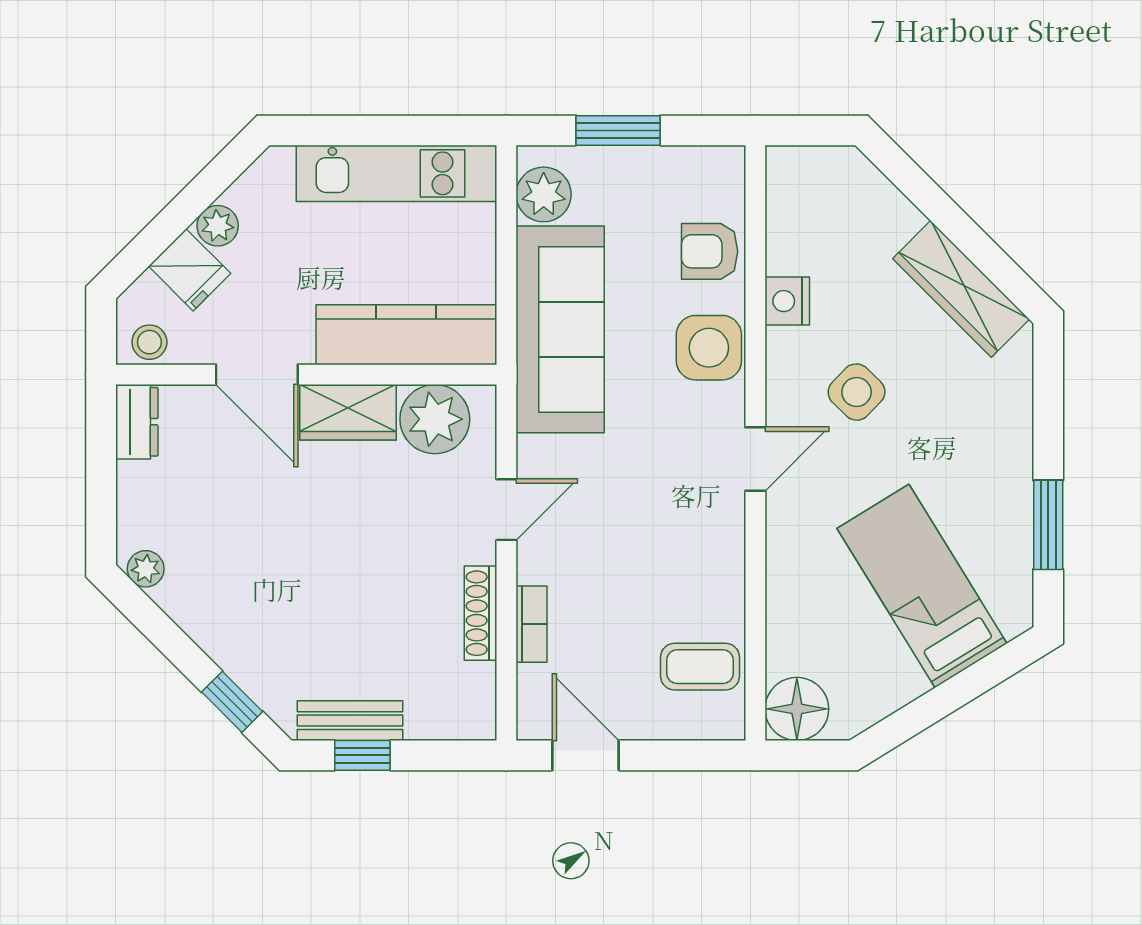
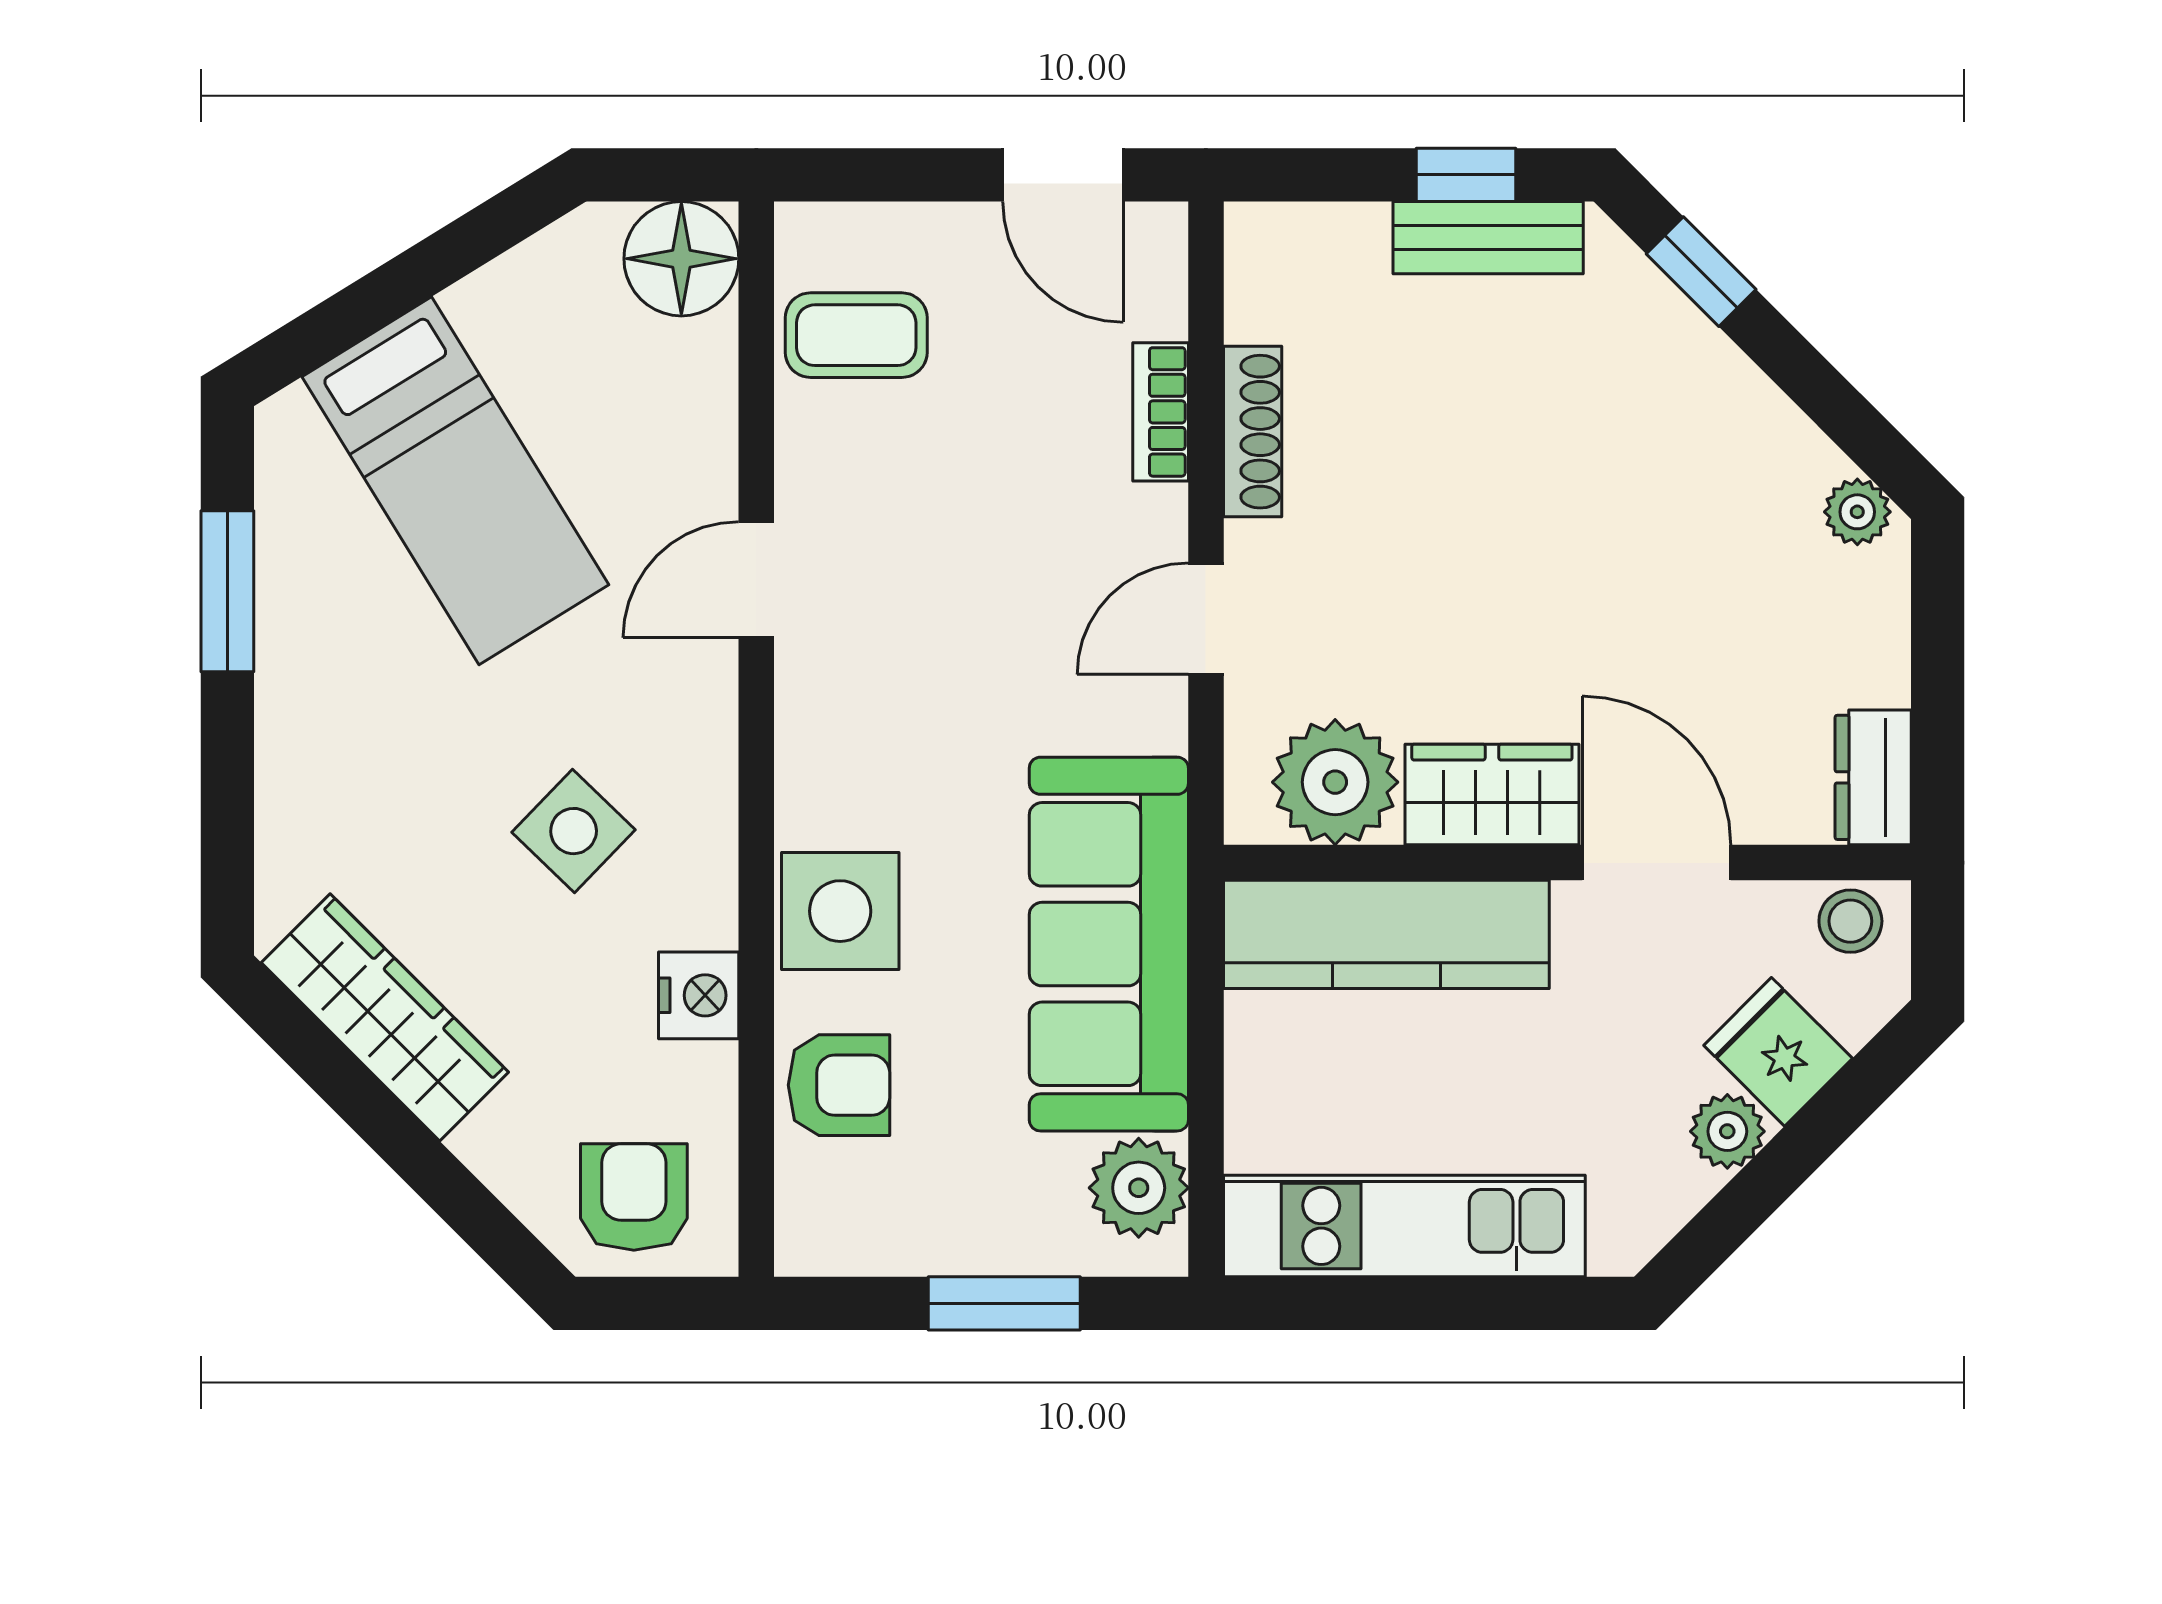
armchair: (823, 189) -> (634, 1197), added
door: (755, 459) -> (756, 580), moved

